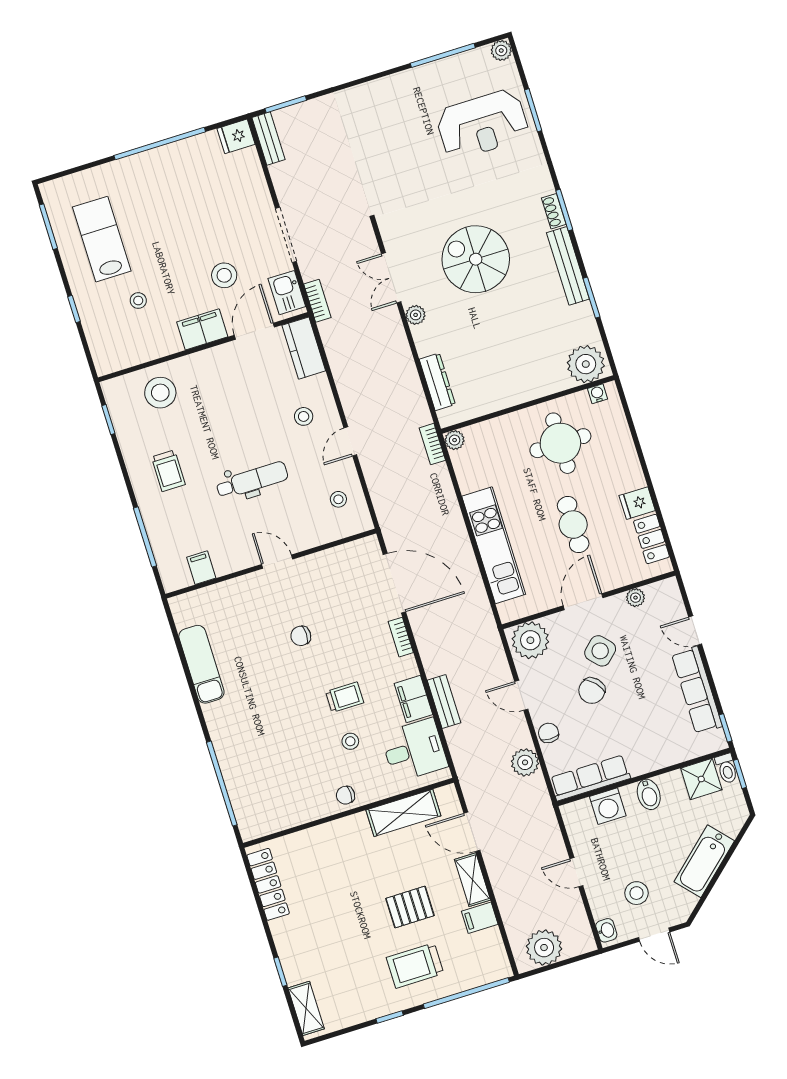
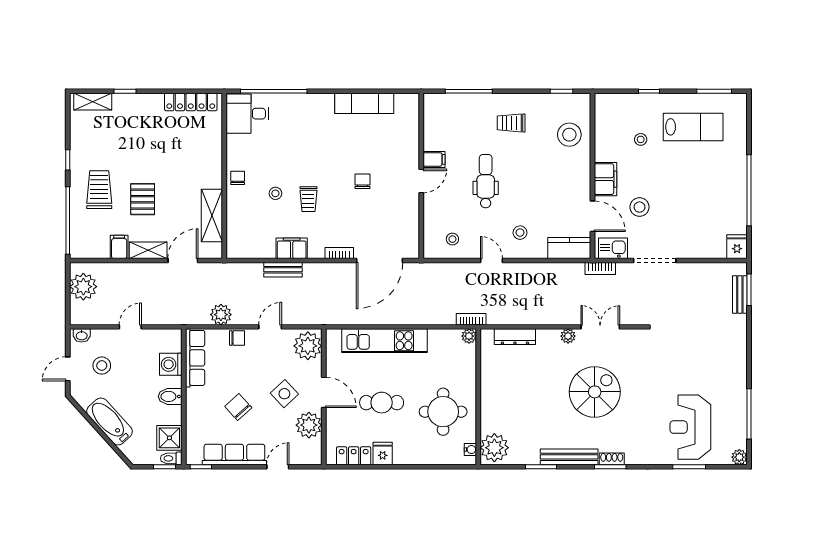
bench: (268, 139) -> (740, 294), moved, turned 90
dental chair: (252, 480) -> (486, 181), turned 180
filing cabinet: (201, 568) -> (434, 159), moved
plant: (636, 598) -> (309, 425), width x1.88, depth x1.88
chair: (592, 691) -> (238, 407), moved
desk: (414, 750) -> (247, 114), moved, turned 90

